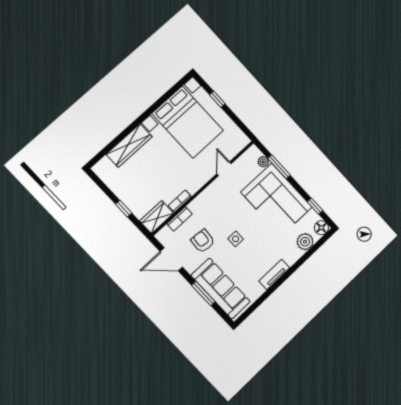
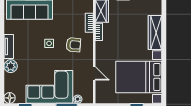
armchair: (203, 241) -> (73, 45), moved
plant: (305, 242) -> (11, 66), moved

